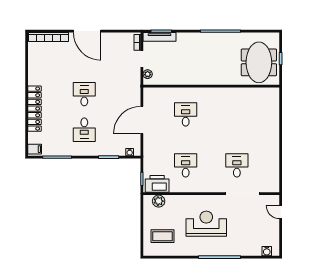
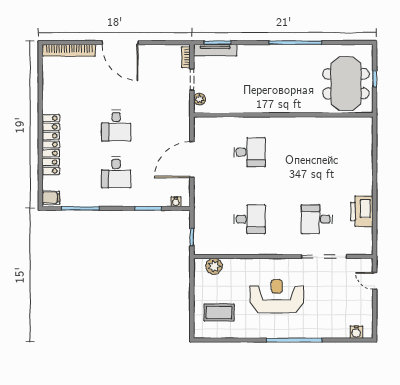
desk: (84, 94) -> (116, 125), turned 180
desk: (186, 114) -> (250, 152), turned 90
desk: (186, 165) -> (250, 219), turned 90
desk: (237, 165) -> (317, 219), turned -90
printer: (157, 184) -> (362, 211), moved, turned -90

